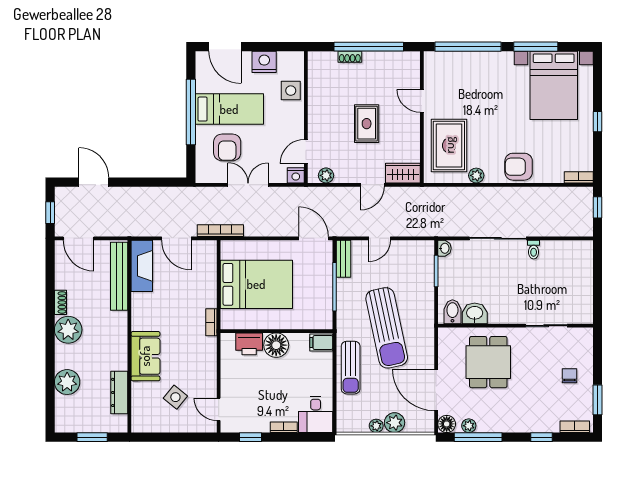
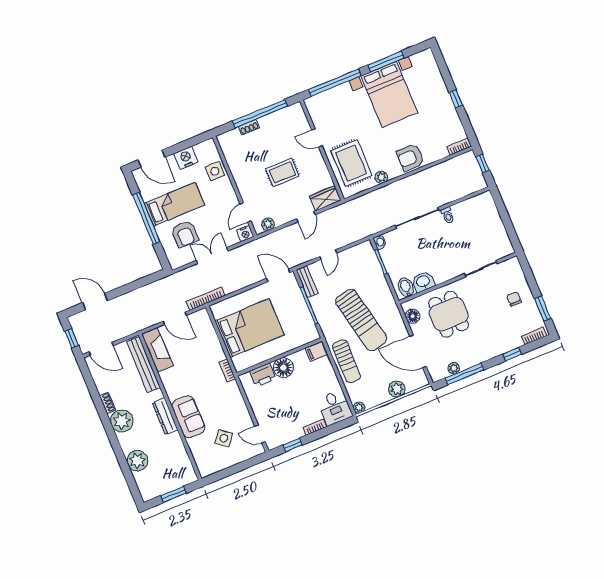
bed with nightstands: (554, 85) -> (389, 94), moved
rug: (367, 124) -> (282, 172), turned 90
dresser: (119, 392) -> (165, 416), moved
floor lamp: (447, 424) -> (413, 316), moved
plant: (376, 426) -> (359, 408), moved

